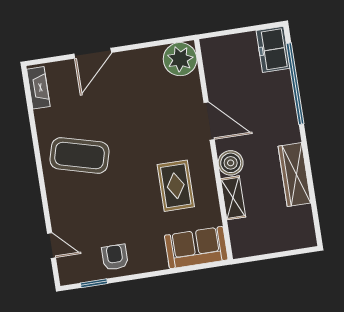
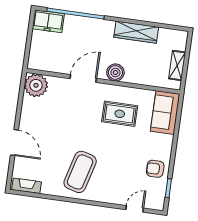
shelving: (233, 198) -> (177, 65), moved, turned 90

